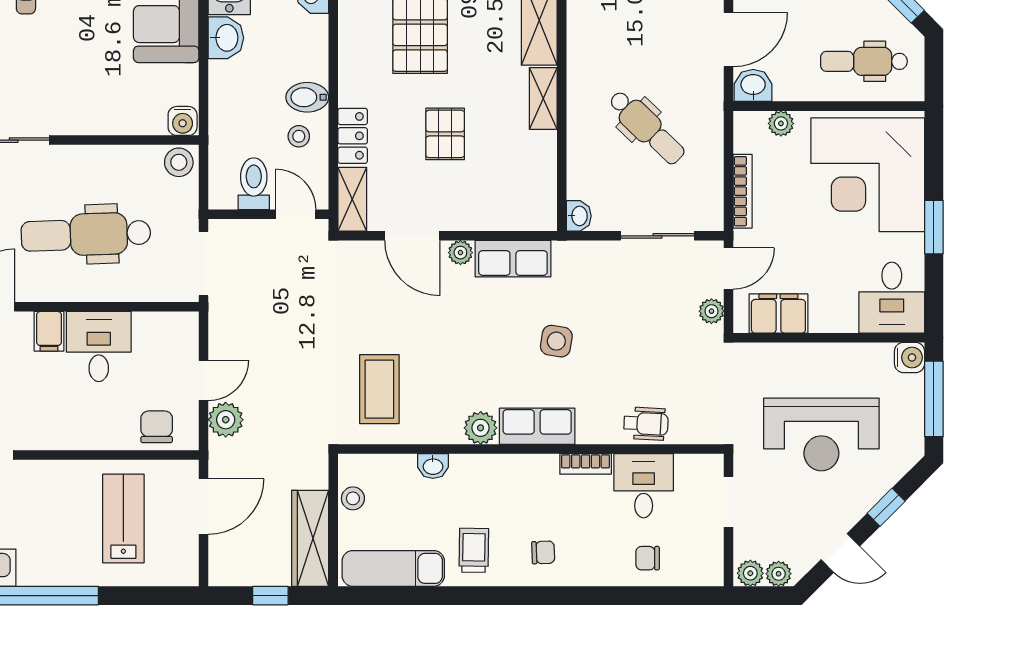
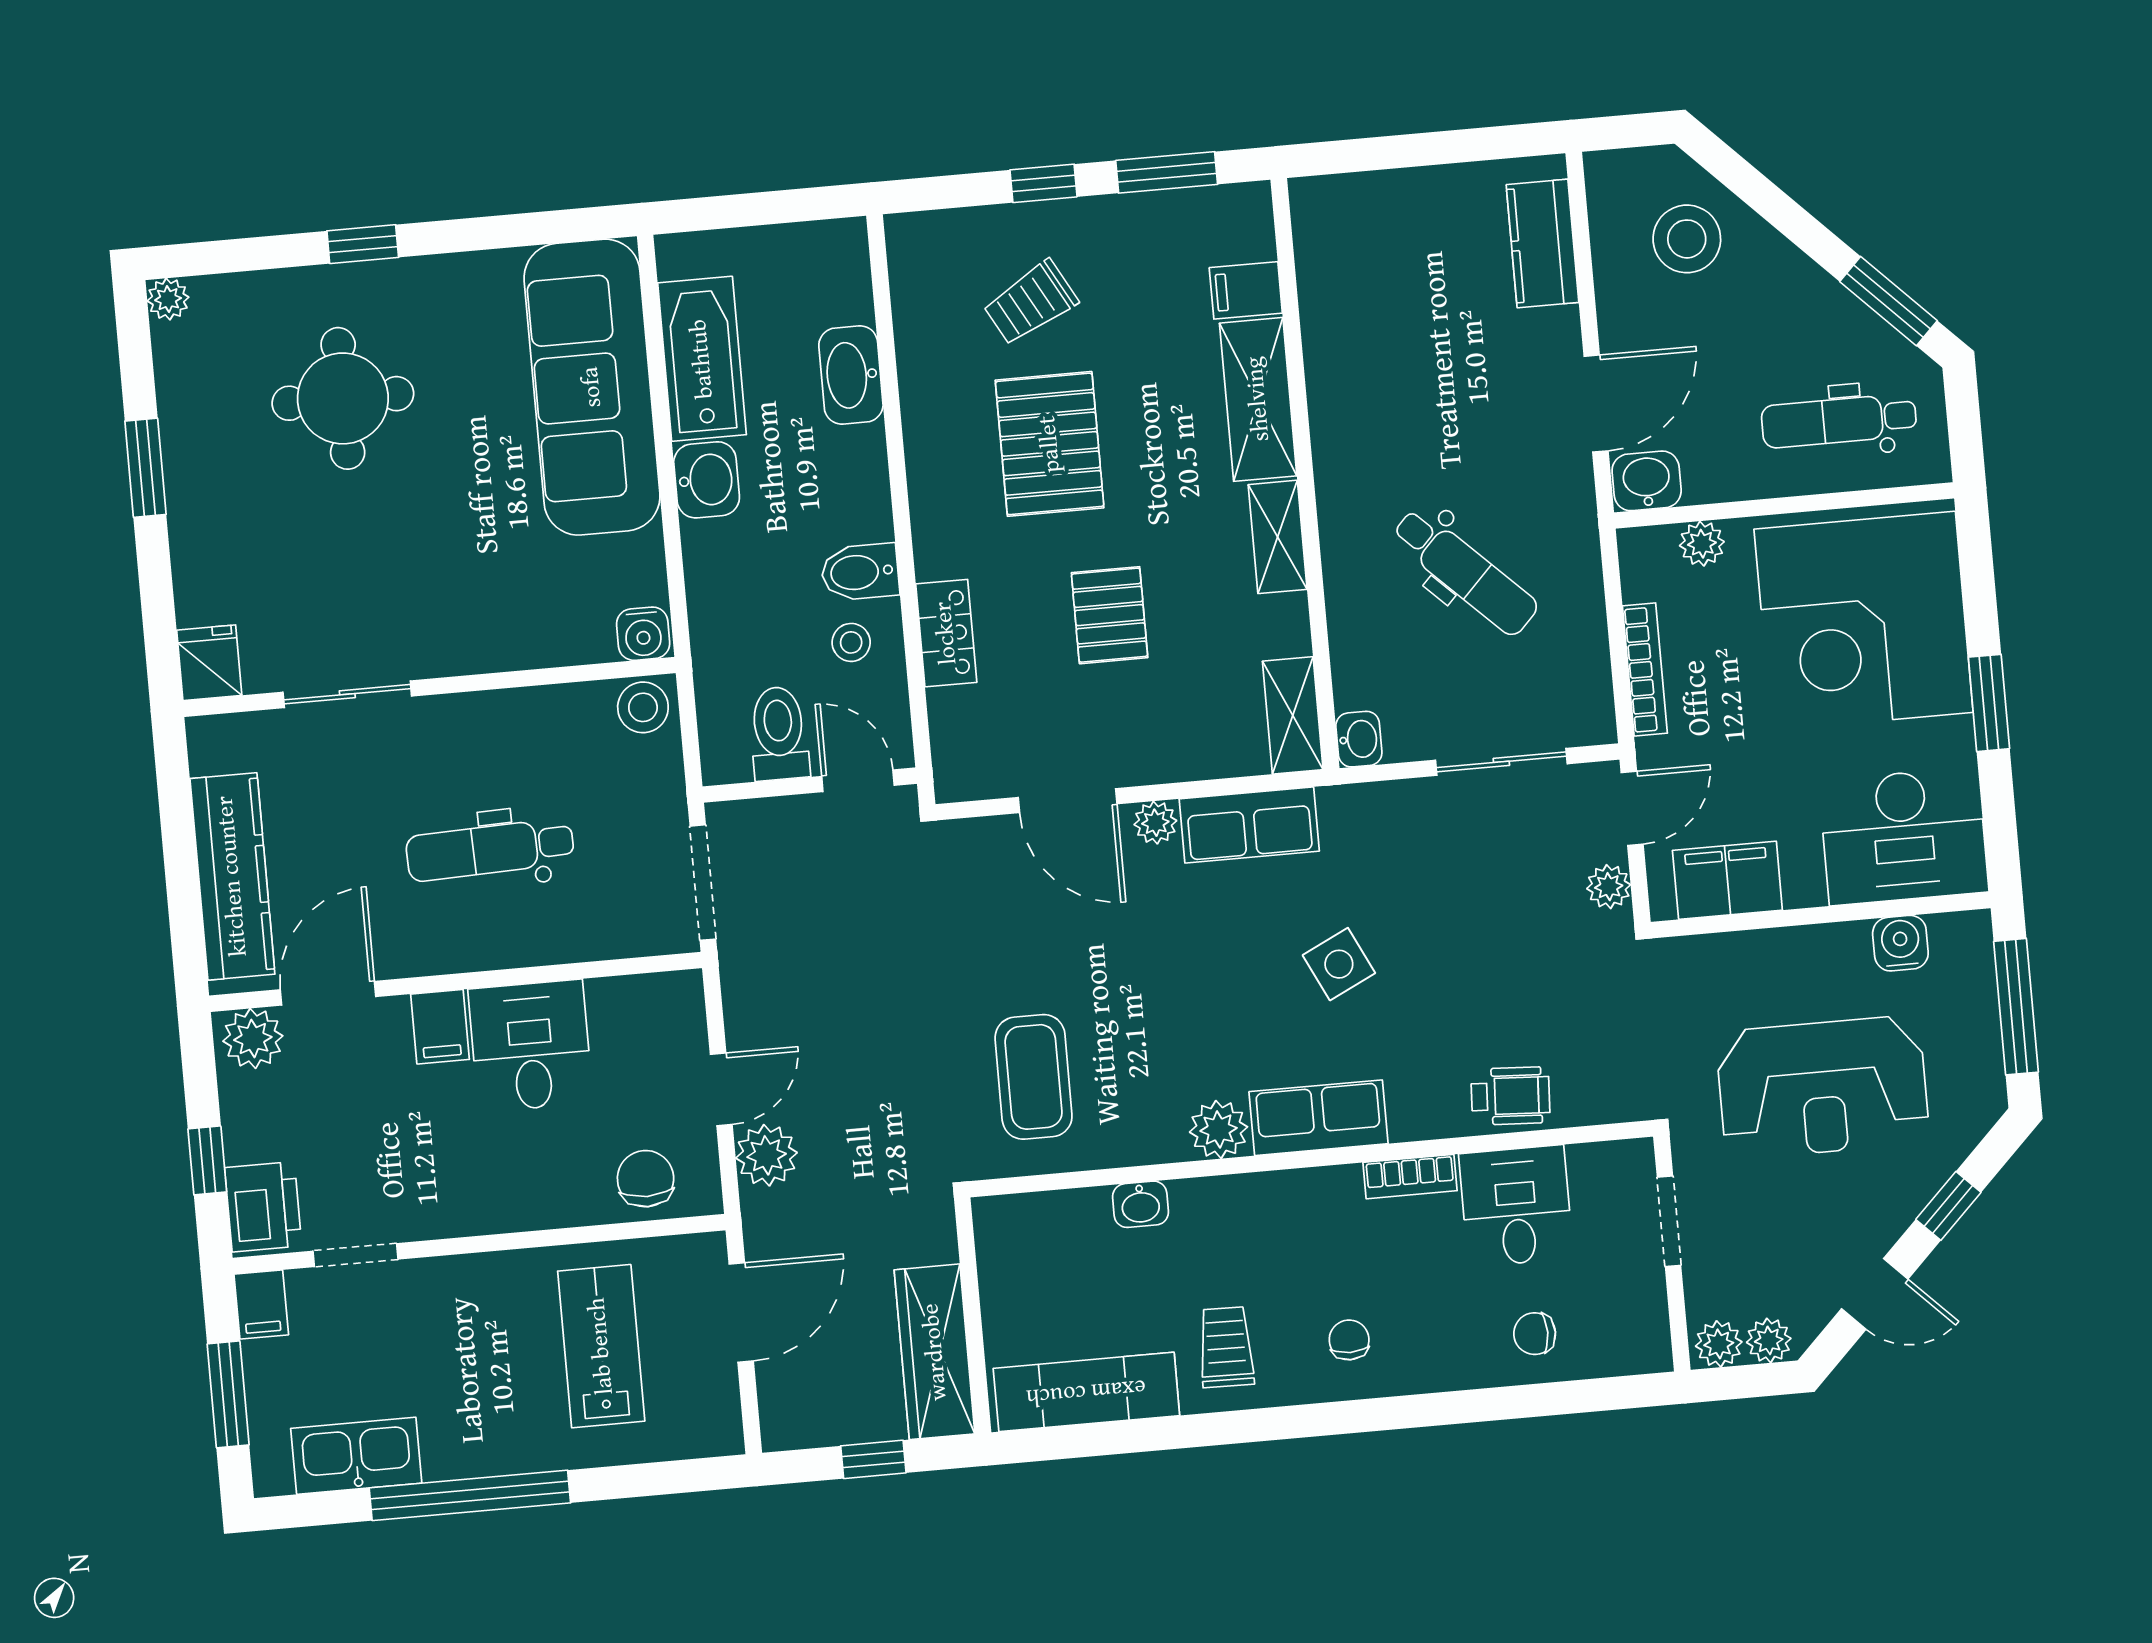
shelving: (352, 199) -> (1293, 715), moved
dental chair: (86, 234) -> (490, 850), width x0.73, depth x0.72
desk: (892, 298) -> (1904, 836), width x1.37
side table: (556, 341) -> (1339, 964), turned -35
water cooler: (910, 357) -> (1900, 943), moved, turned -90
stool: (353, 498) -> (1004, 1274), removed
chair: (543, 552) -> (1349, 1340), turned -88

